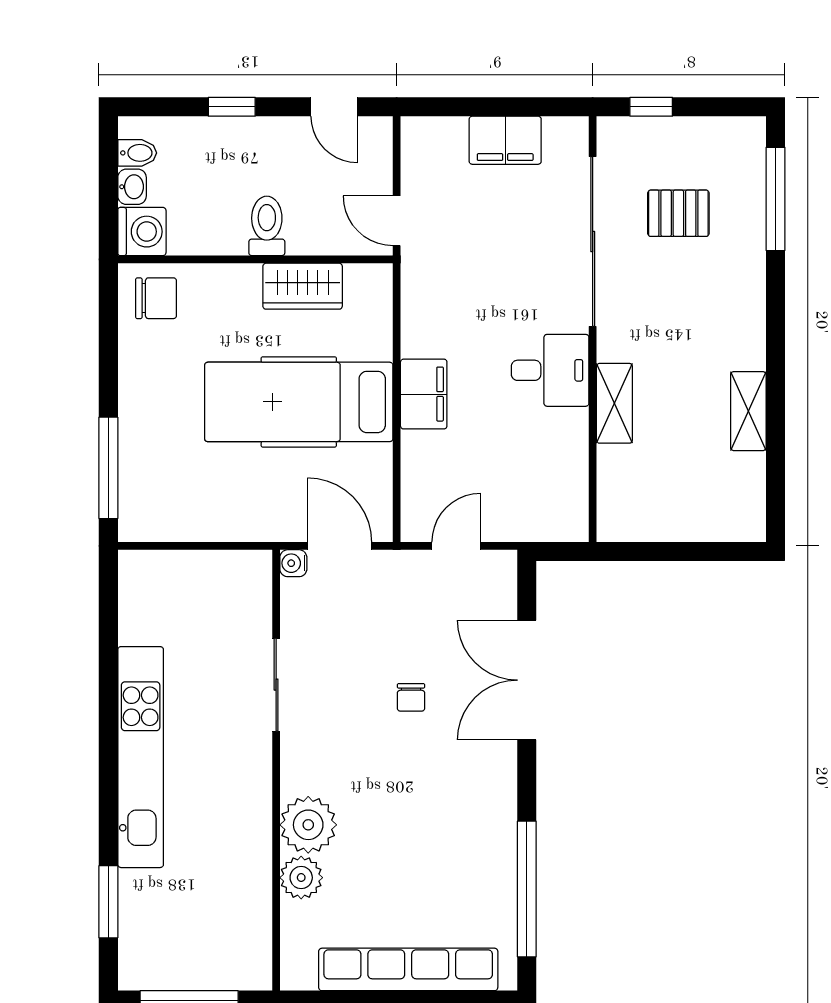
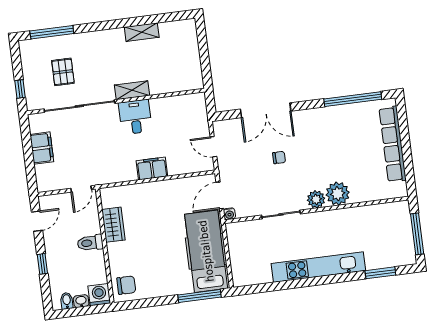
chair: (156, 298) -> (126, 285), turned 90
hospital bed: (299, 402) -> (206, 251), moved, turned 180
shelving: (614, 403) -> (132, 90), moved
plant: (301, 878) -> (316, 199), moved

